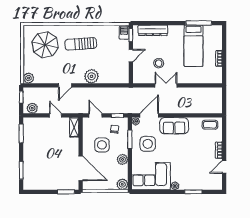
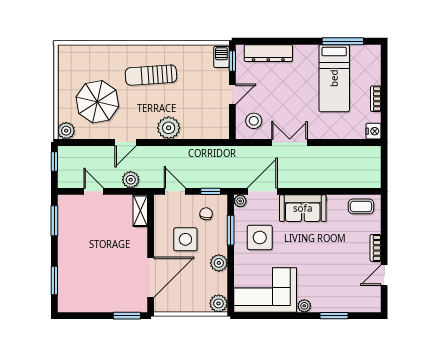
parasol: (45, 45) -> (97, 102), moved
stool: (159, 63) -> (254, 121), moved
nightstand: (218, 78) -> (374, 131), added
plant: (32, 108) -> (131, 180), moved
door: (56, 115) -> (94, 191), moved
door: (81, 168) -> (151, 277), hinge flipped

